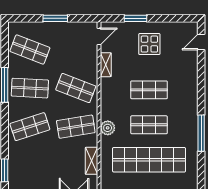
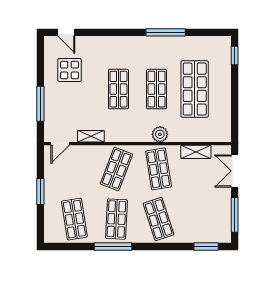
window: (136, 18) -> (40, 104), width x1.44
door: (99, 36) -> (60, 144), swing flipped
display table: (149, 44) -> (69, 70), moved
shop shelf: (30, 49) -> (74, 219), turned -30
shop shelf: (149, 160) -> (195, 89), width x0.71

